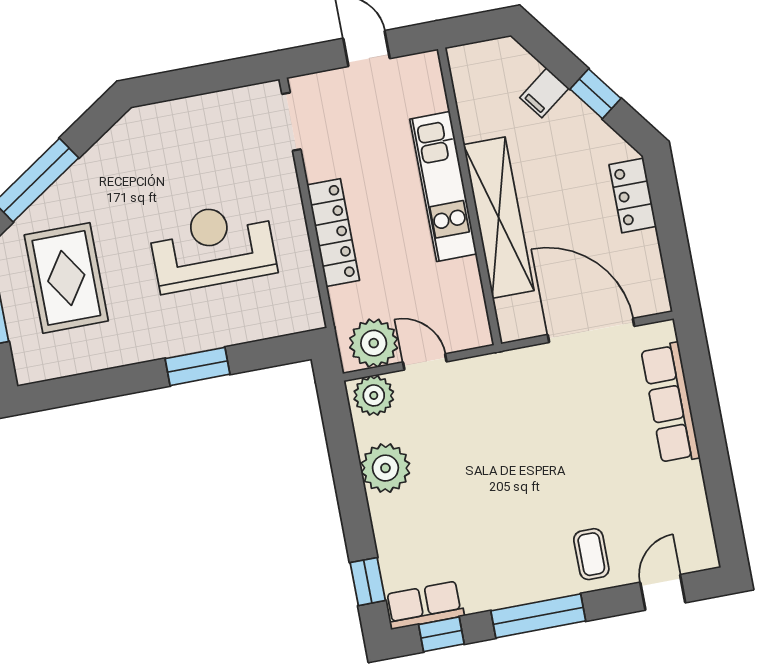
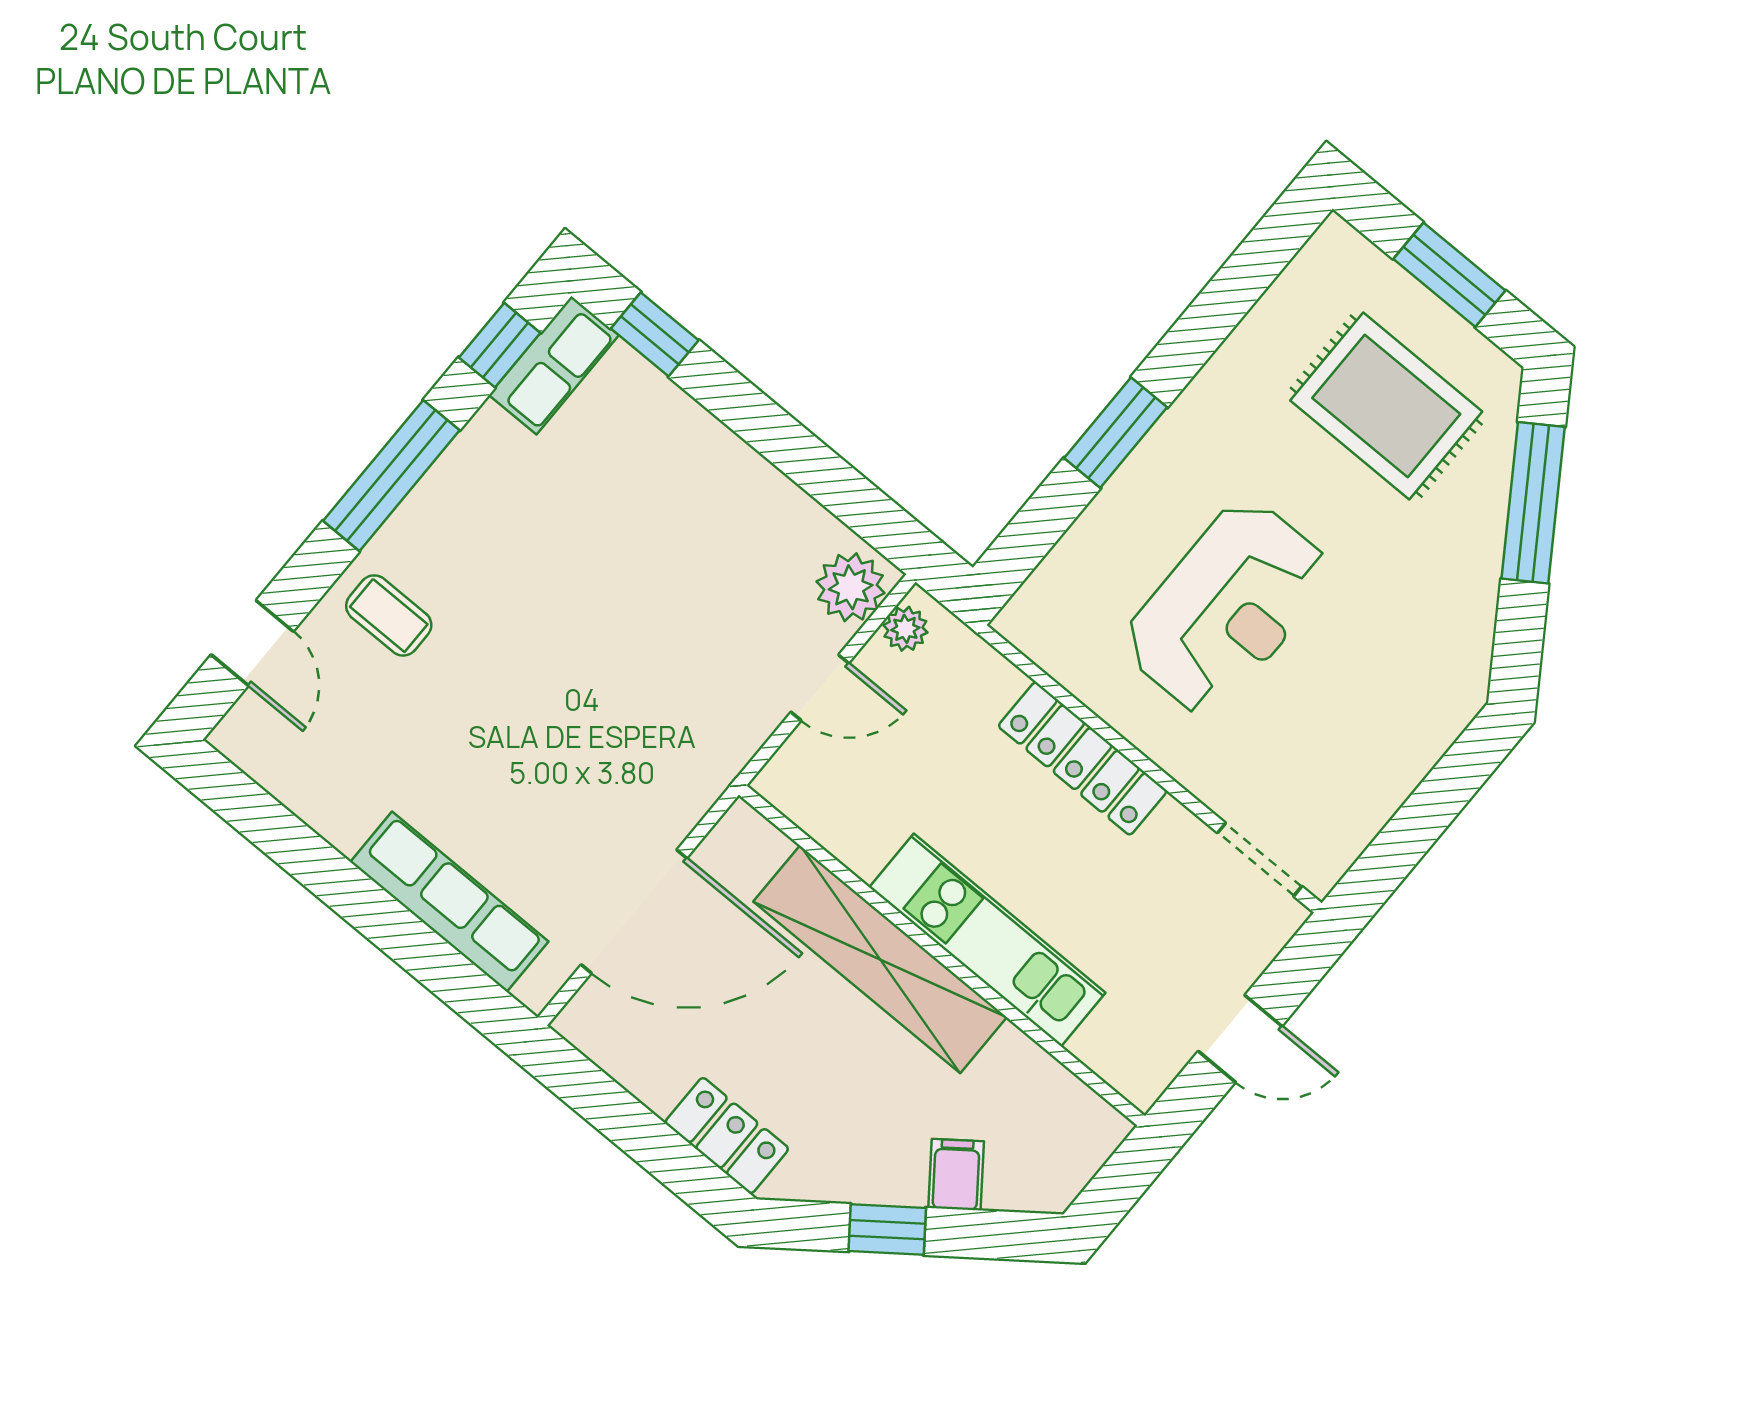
plant: (374, 343) -> (905, 629), width x0.53, depth x0.53
plant: (385, 468) -> (756, 504), removed

